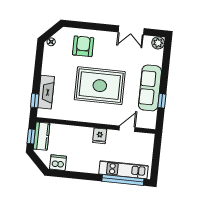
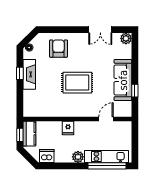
rug: (100, 86) -> (77, 83), width x0.73, depth x0.69
fireplace: (46, 92) -> (29, 74), moved
window: (35, 101) -> (20, 73), moved
fridge: (100, 136) -> (68, 128), moved
plant: (92, 167) -> (78, 157), added

